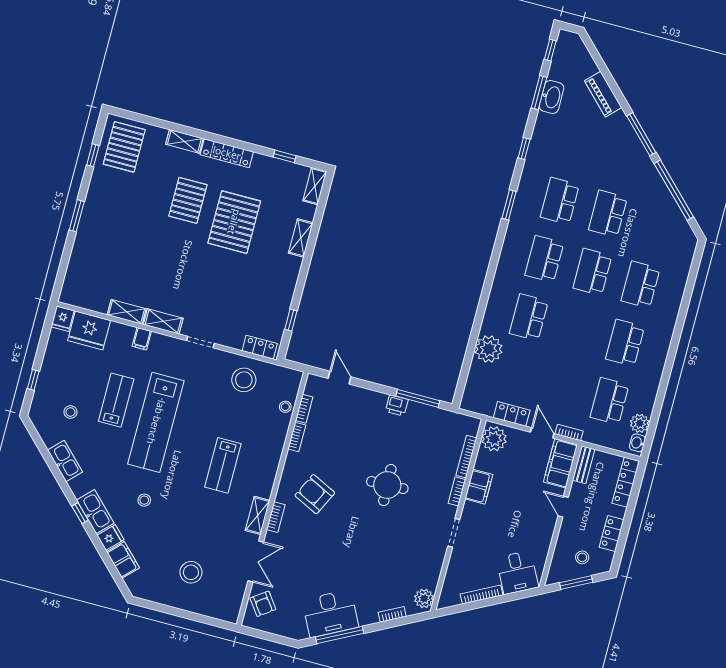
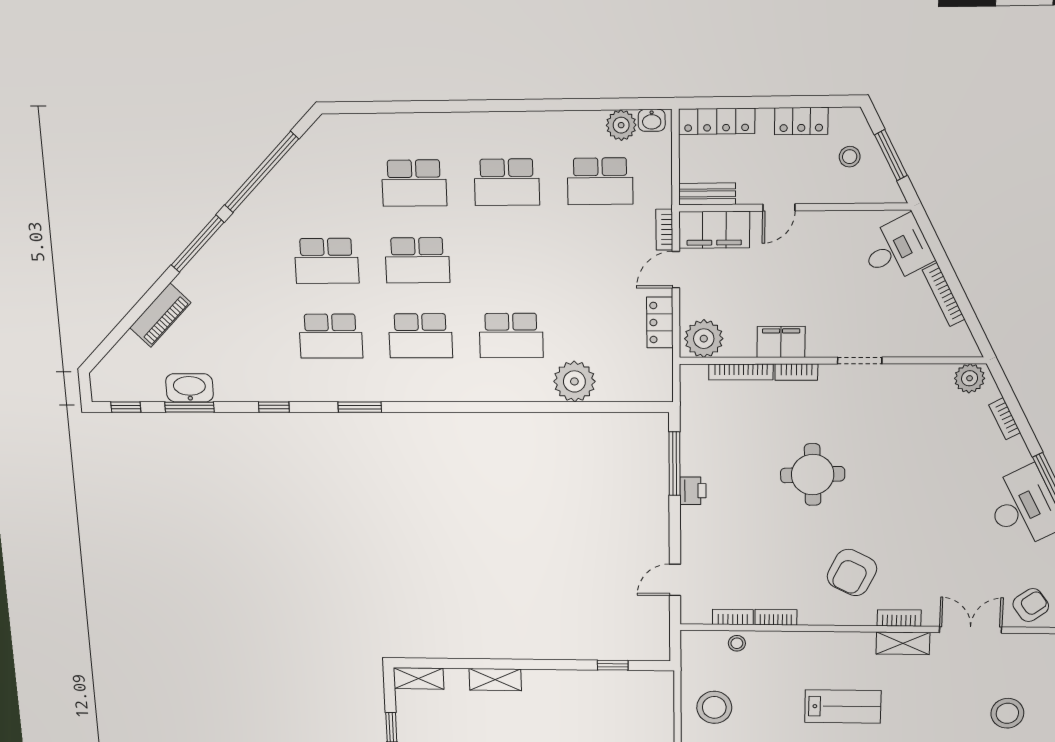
locker: (260, 347) -> (663, 697), removed

